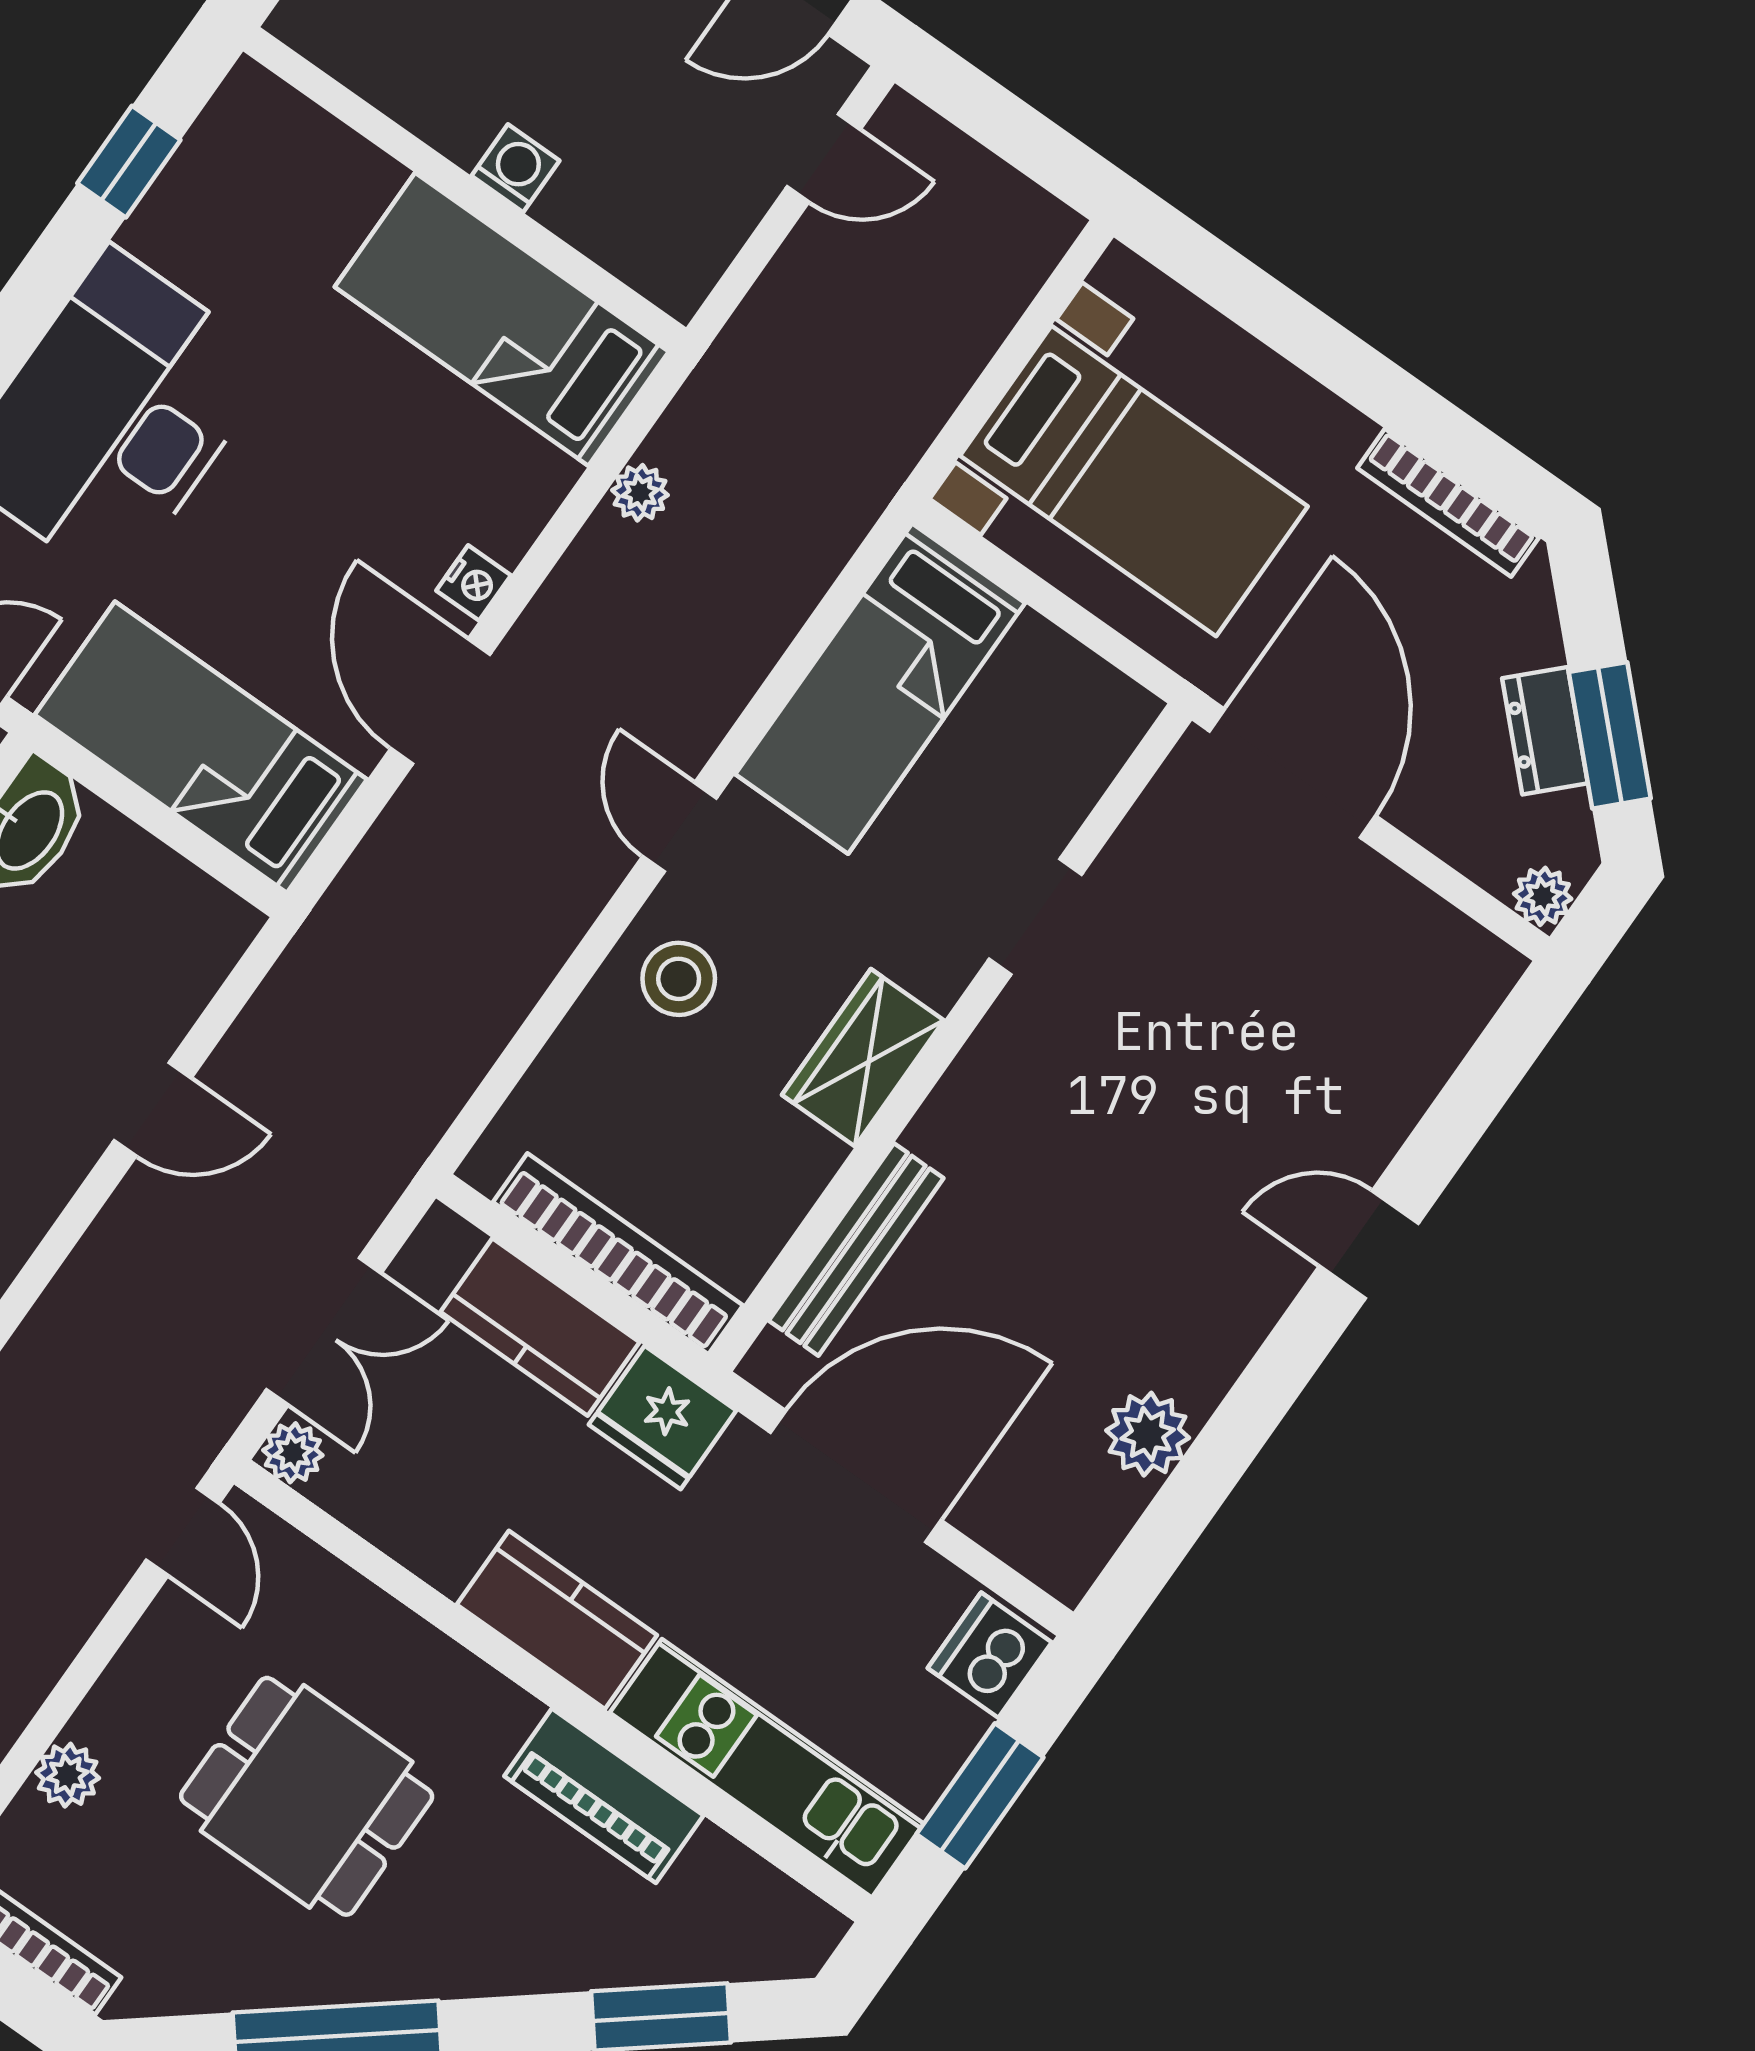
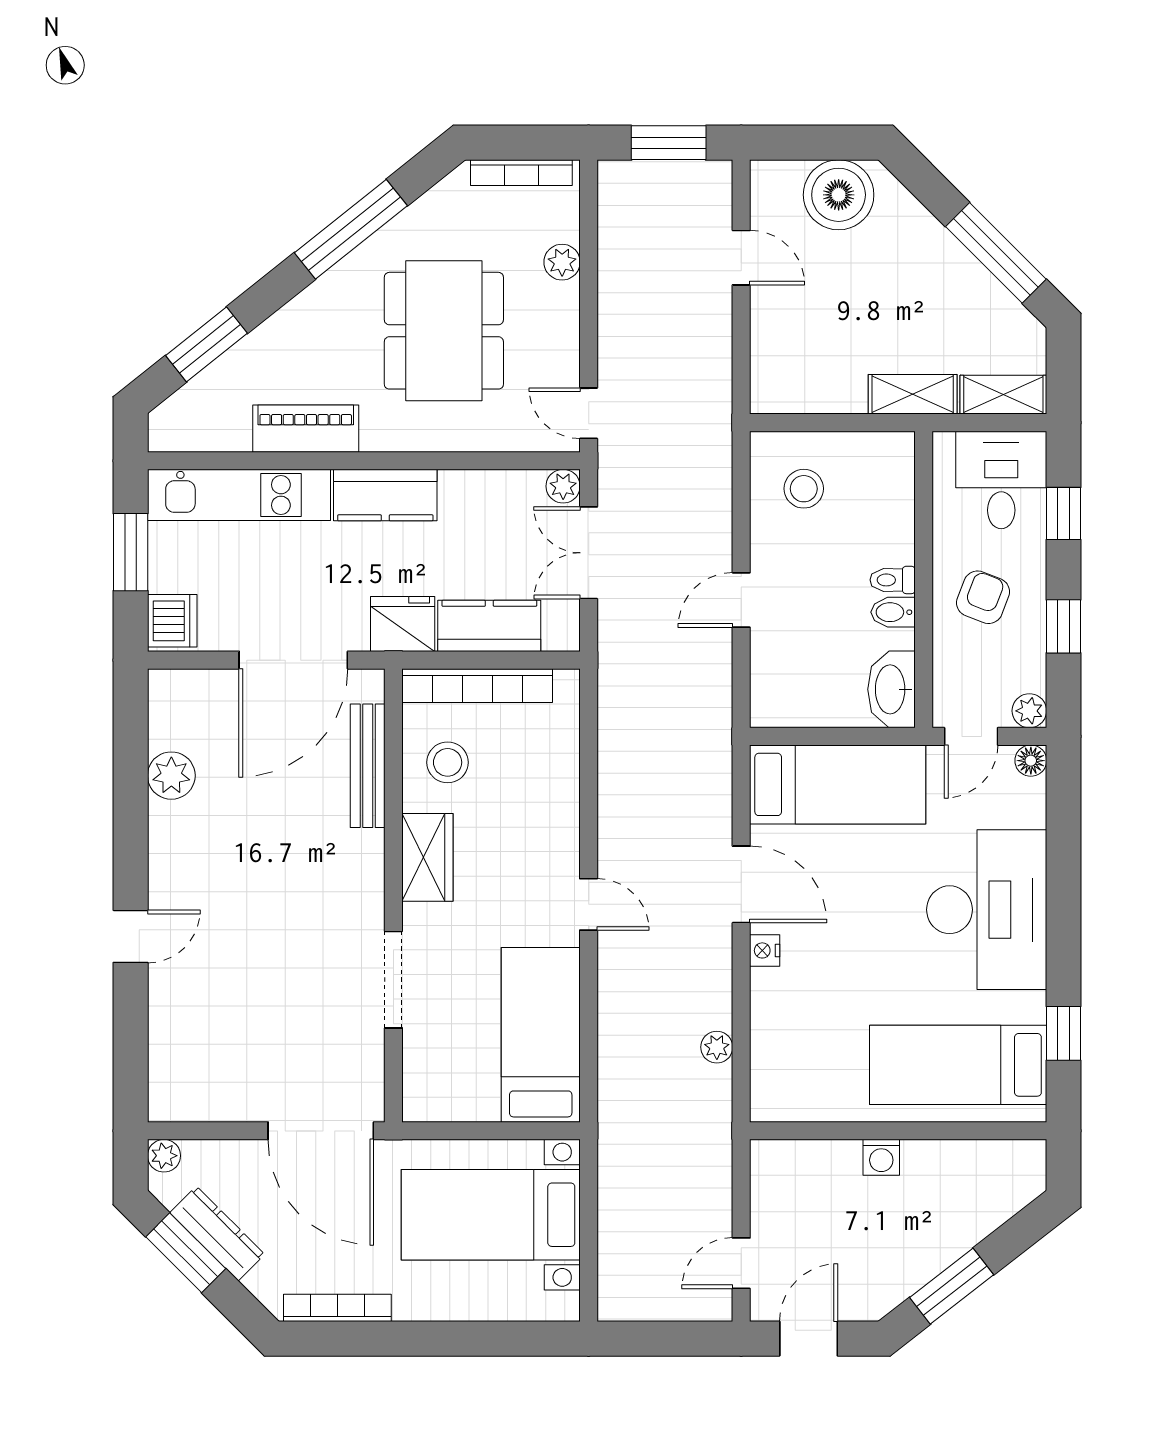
bed: (502, 319) -> (958, 1065), moved, turned 180
dresser: (1545, 731) -> (217, 1234), width x1.44
doorway: (1035, 917) -> (393, 980), width x1.38
stool: (679, 979) -> (448, 762), moved
dining table: (307, 1796) -> (444, 331), width x1.37

